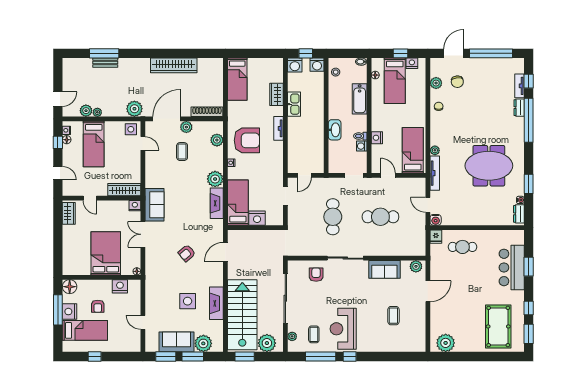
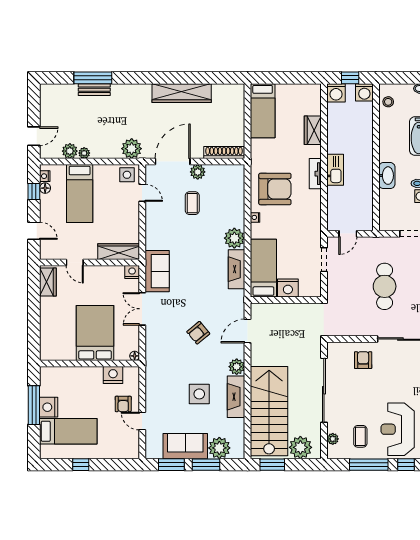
kitchen sink: (294, 104) -> (335, 170), moved
plant: (217, 140) -> (237, 367), moved
floor lamp: (70, 287) -> (49, 376), removed
armchair: (98, 306) -> (123, 404), moved

